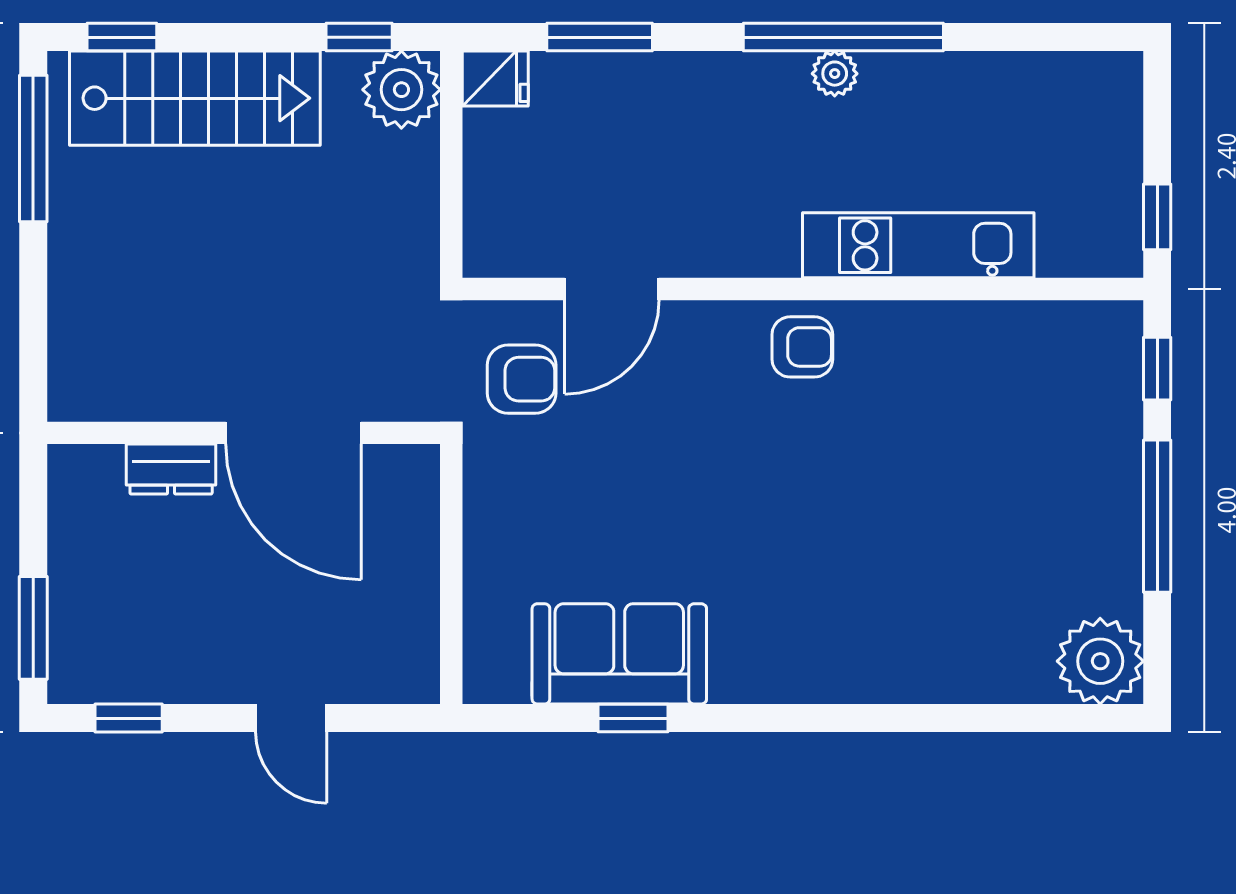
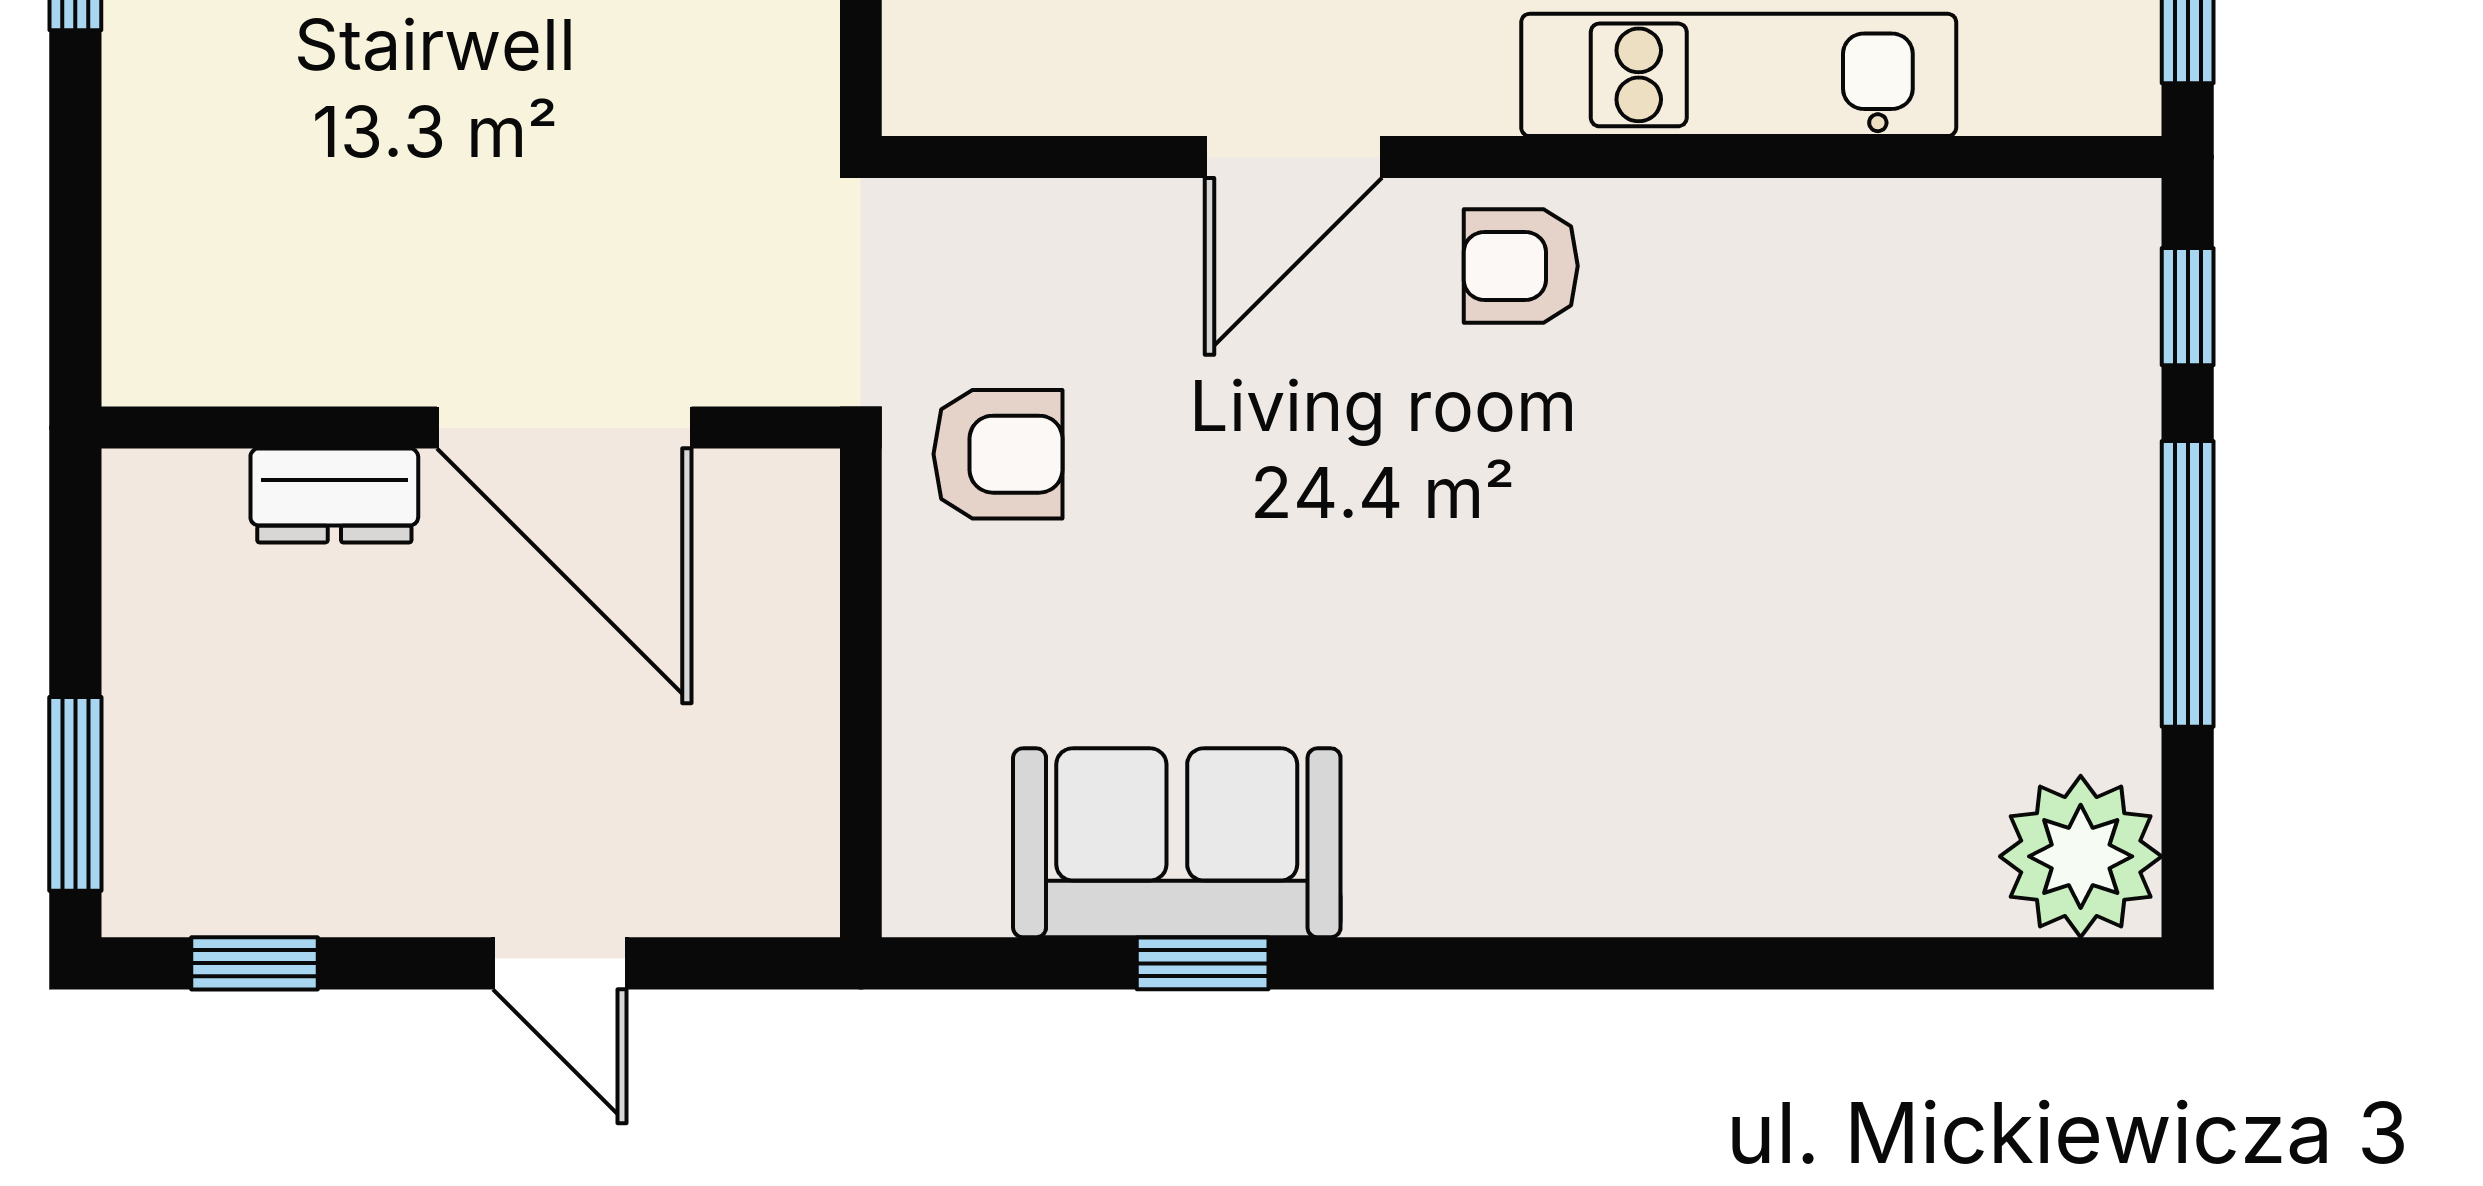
door: (612, 289) -> (1293, 157), moved
armchair: (802, 347) -> (1521, 266), turned 180
armchair: (522, 379) -> (998, 454), moved

